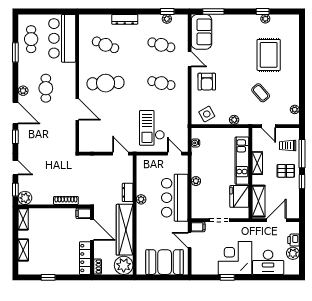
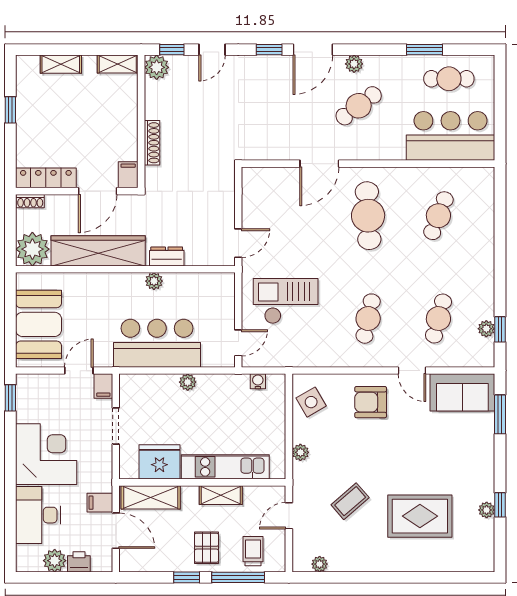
dresser: (125, 19) -> (485, 251), removed
door: (190, 59) -> (412, 371), hinge flipped
cafe table: (46, 88) -> (359, 106), turned -37
filing cabinet: (261, 229) -> (100, 503), added
window: (227, 277) -> (10, 398), moved

